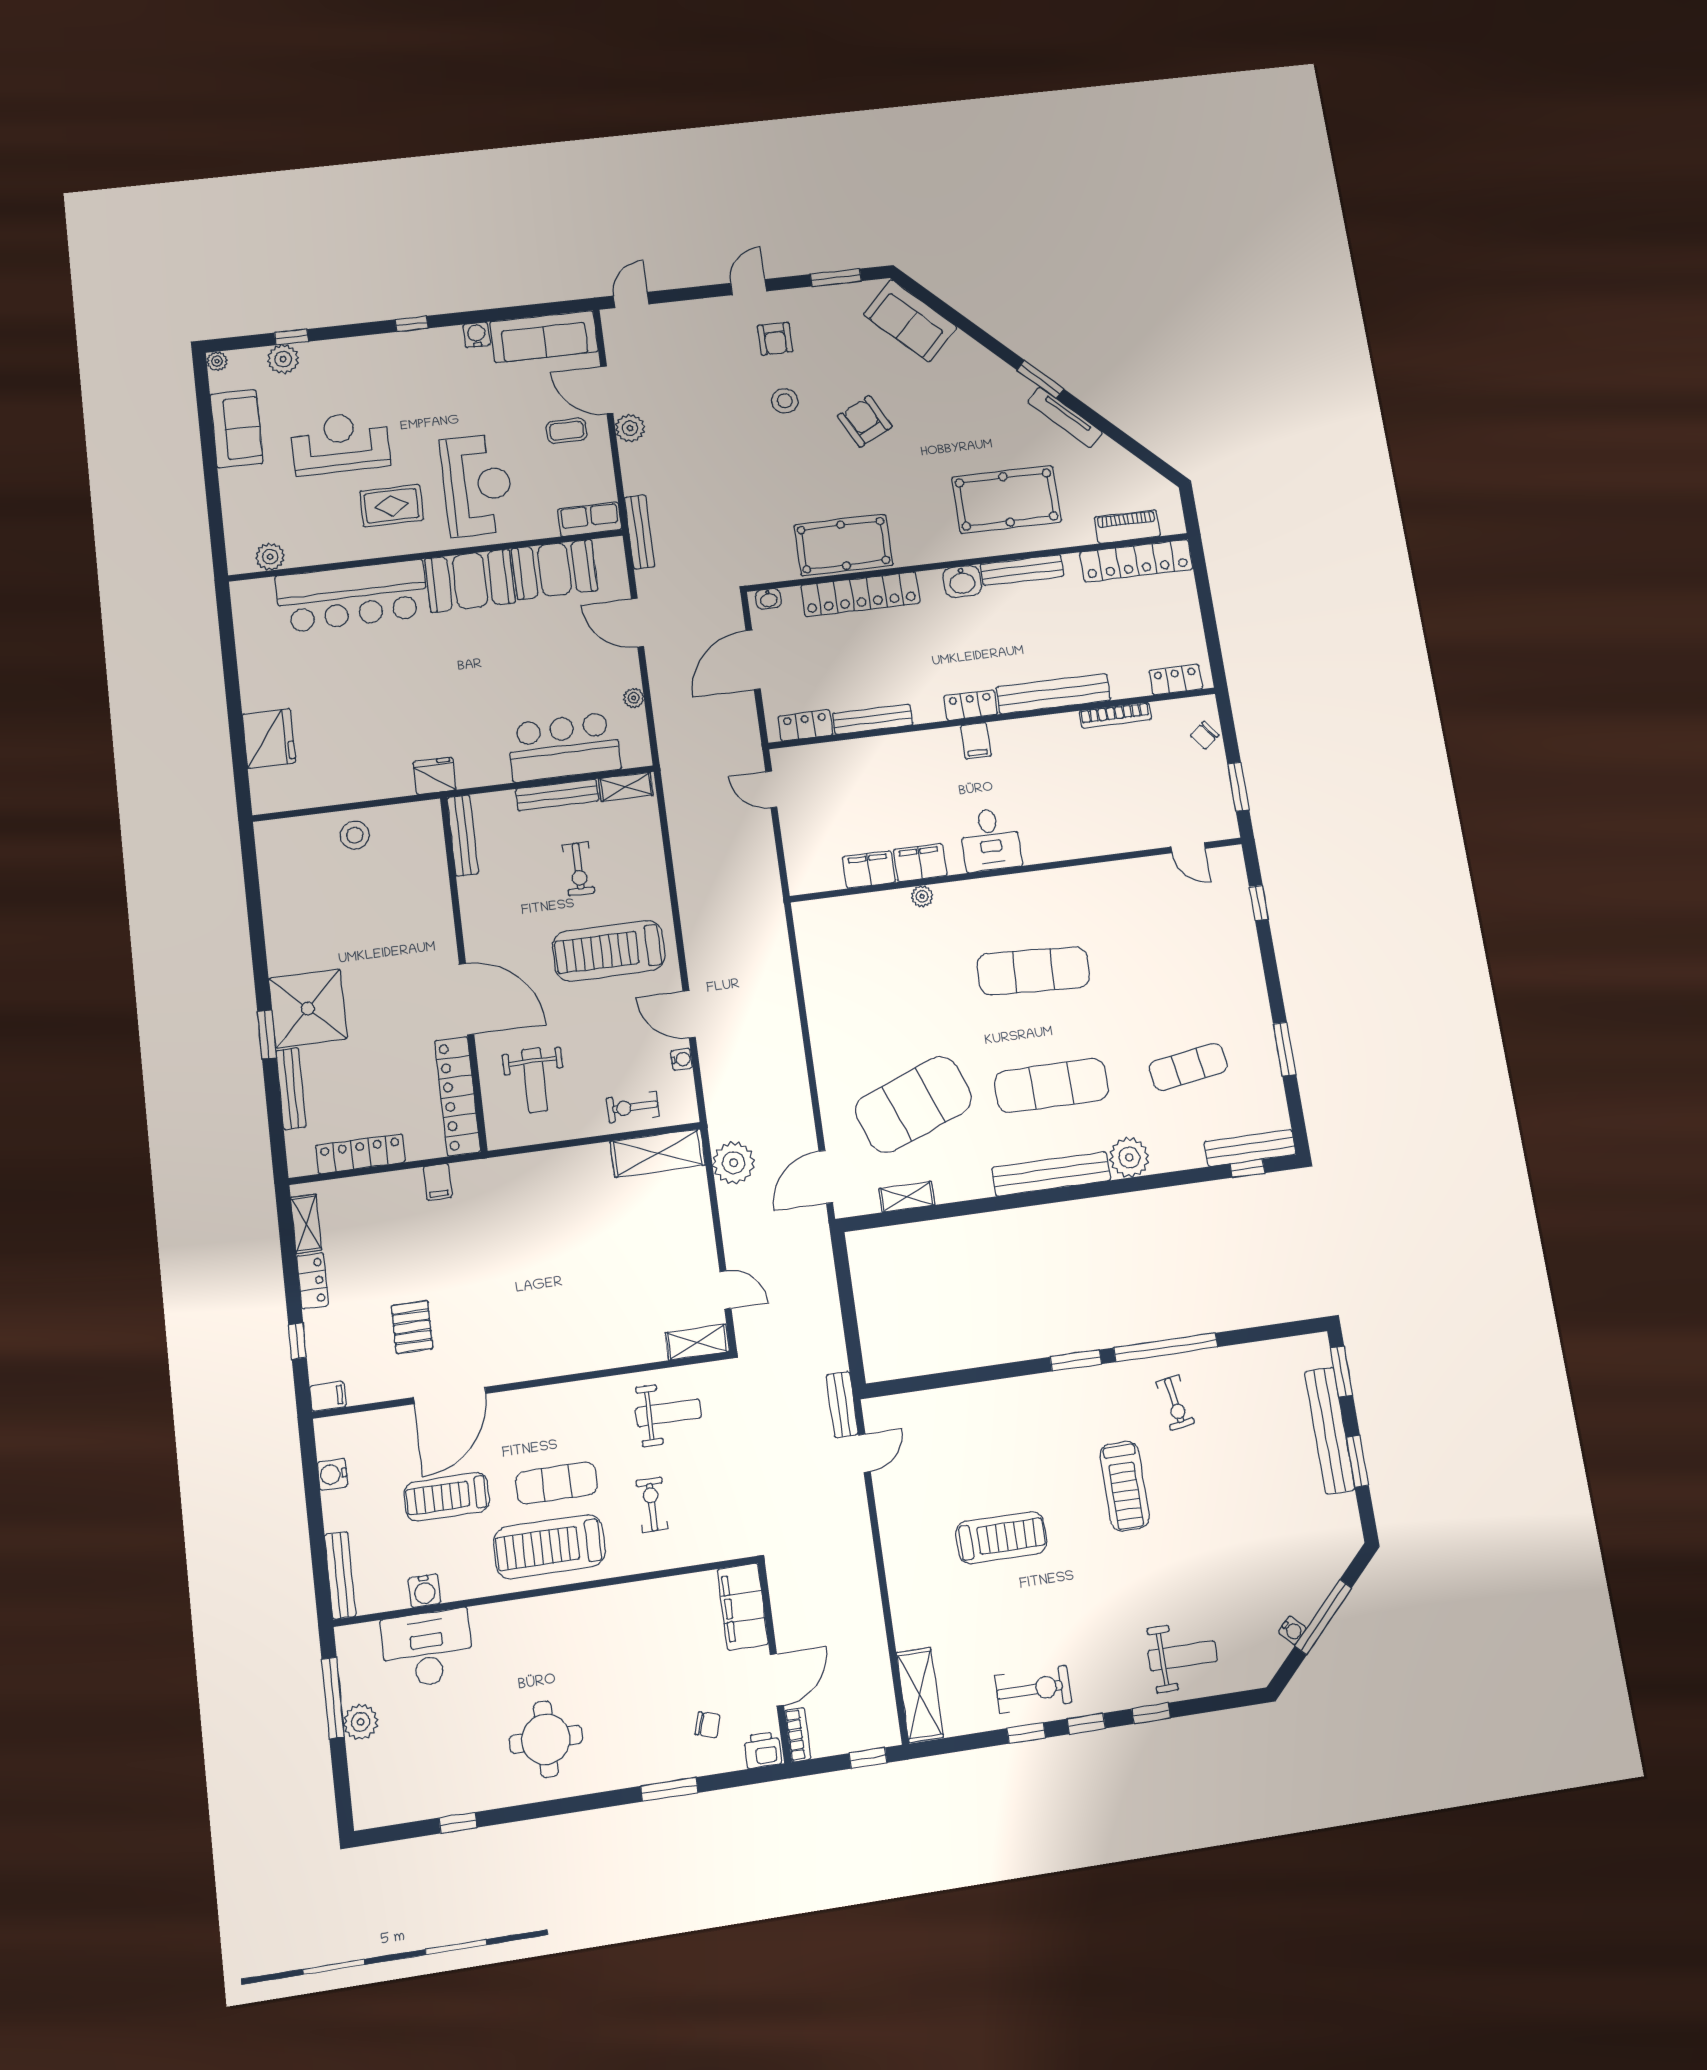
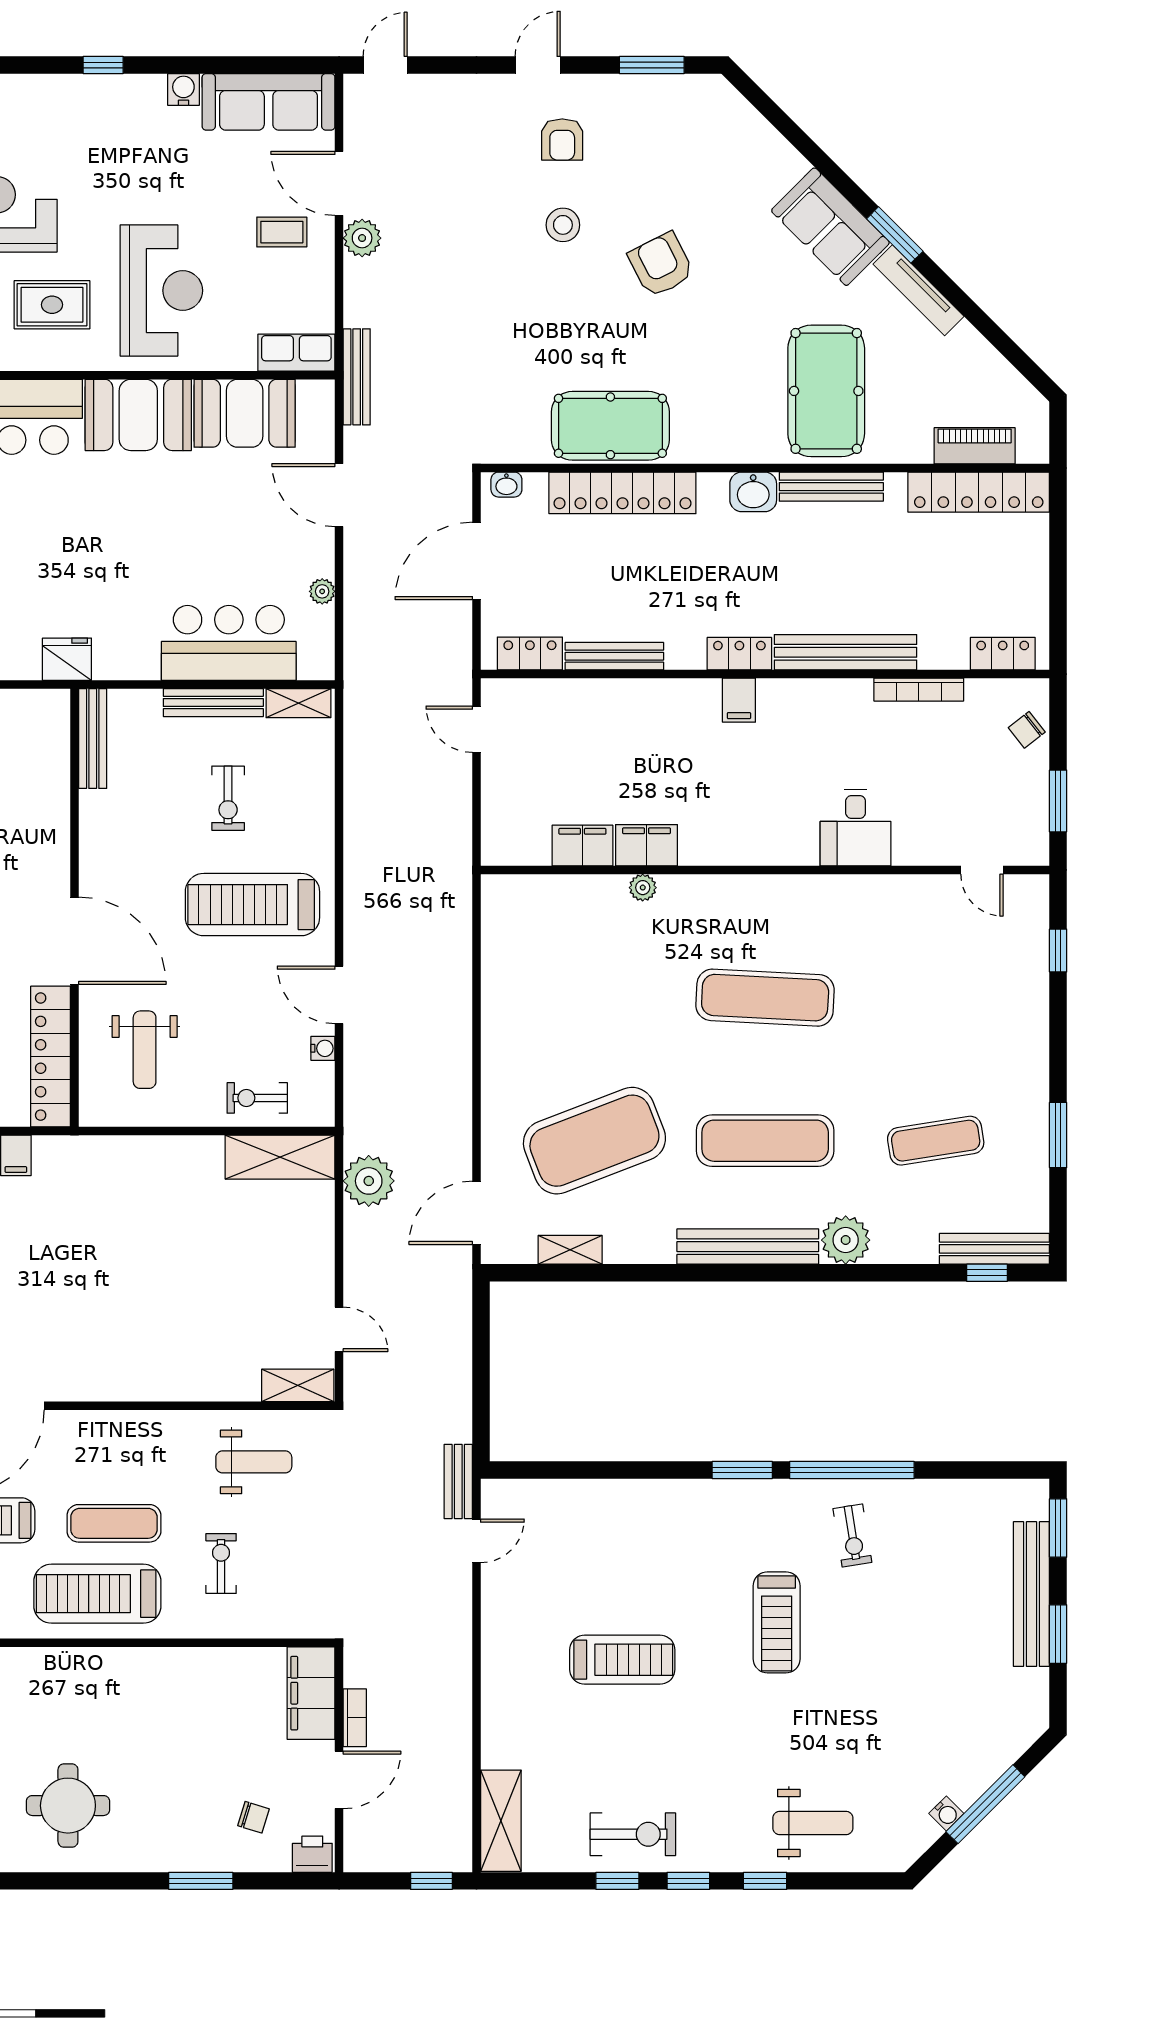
sofa: (910, 321) -> (830, 227), moved
pool table: (1007, 499) -> (826, 391), turned 90
desk: (990, 840) -> (856, 828), moved
bookcase: (798, 1735) -> (355, 1718), moved

